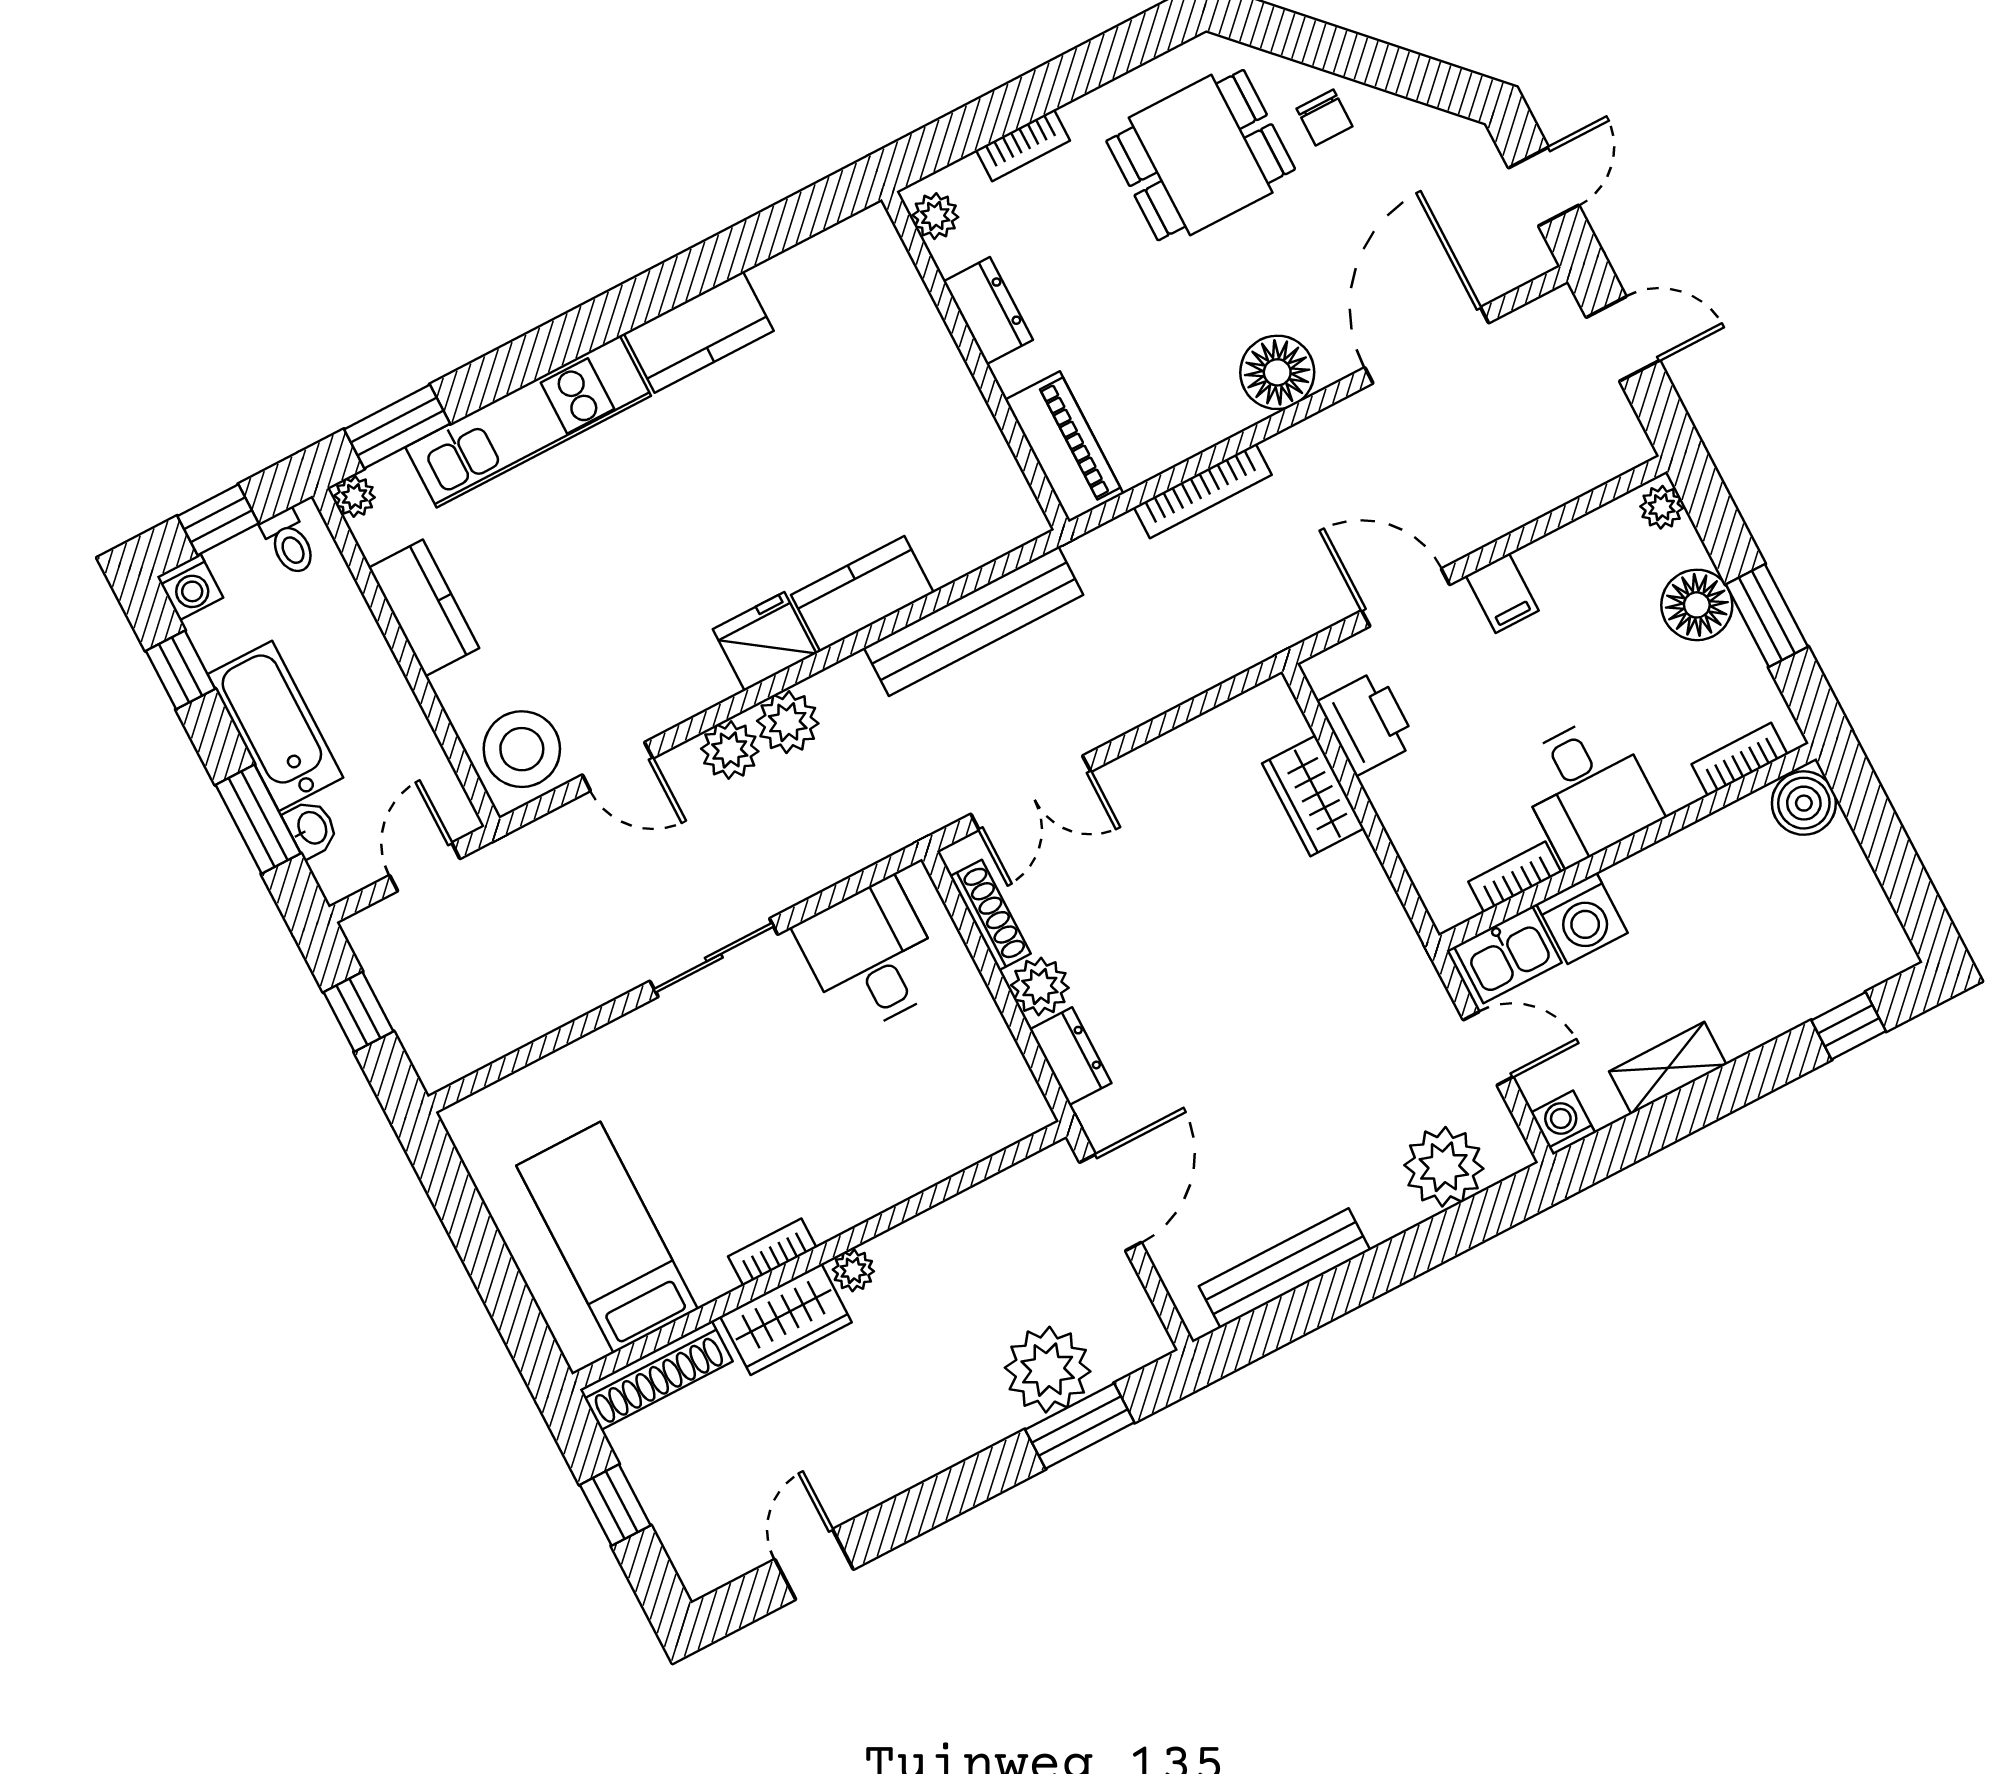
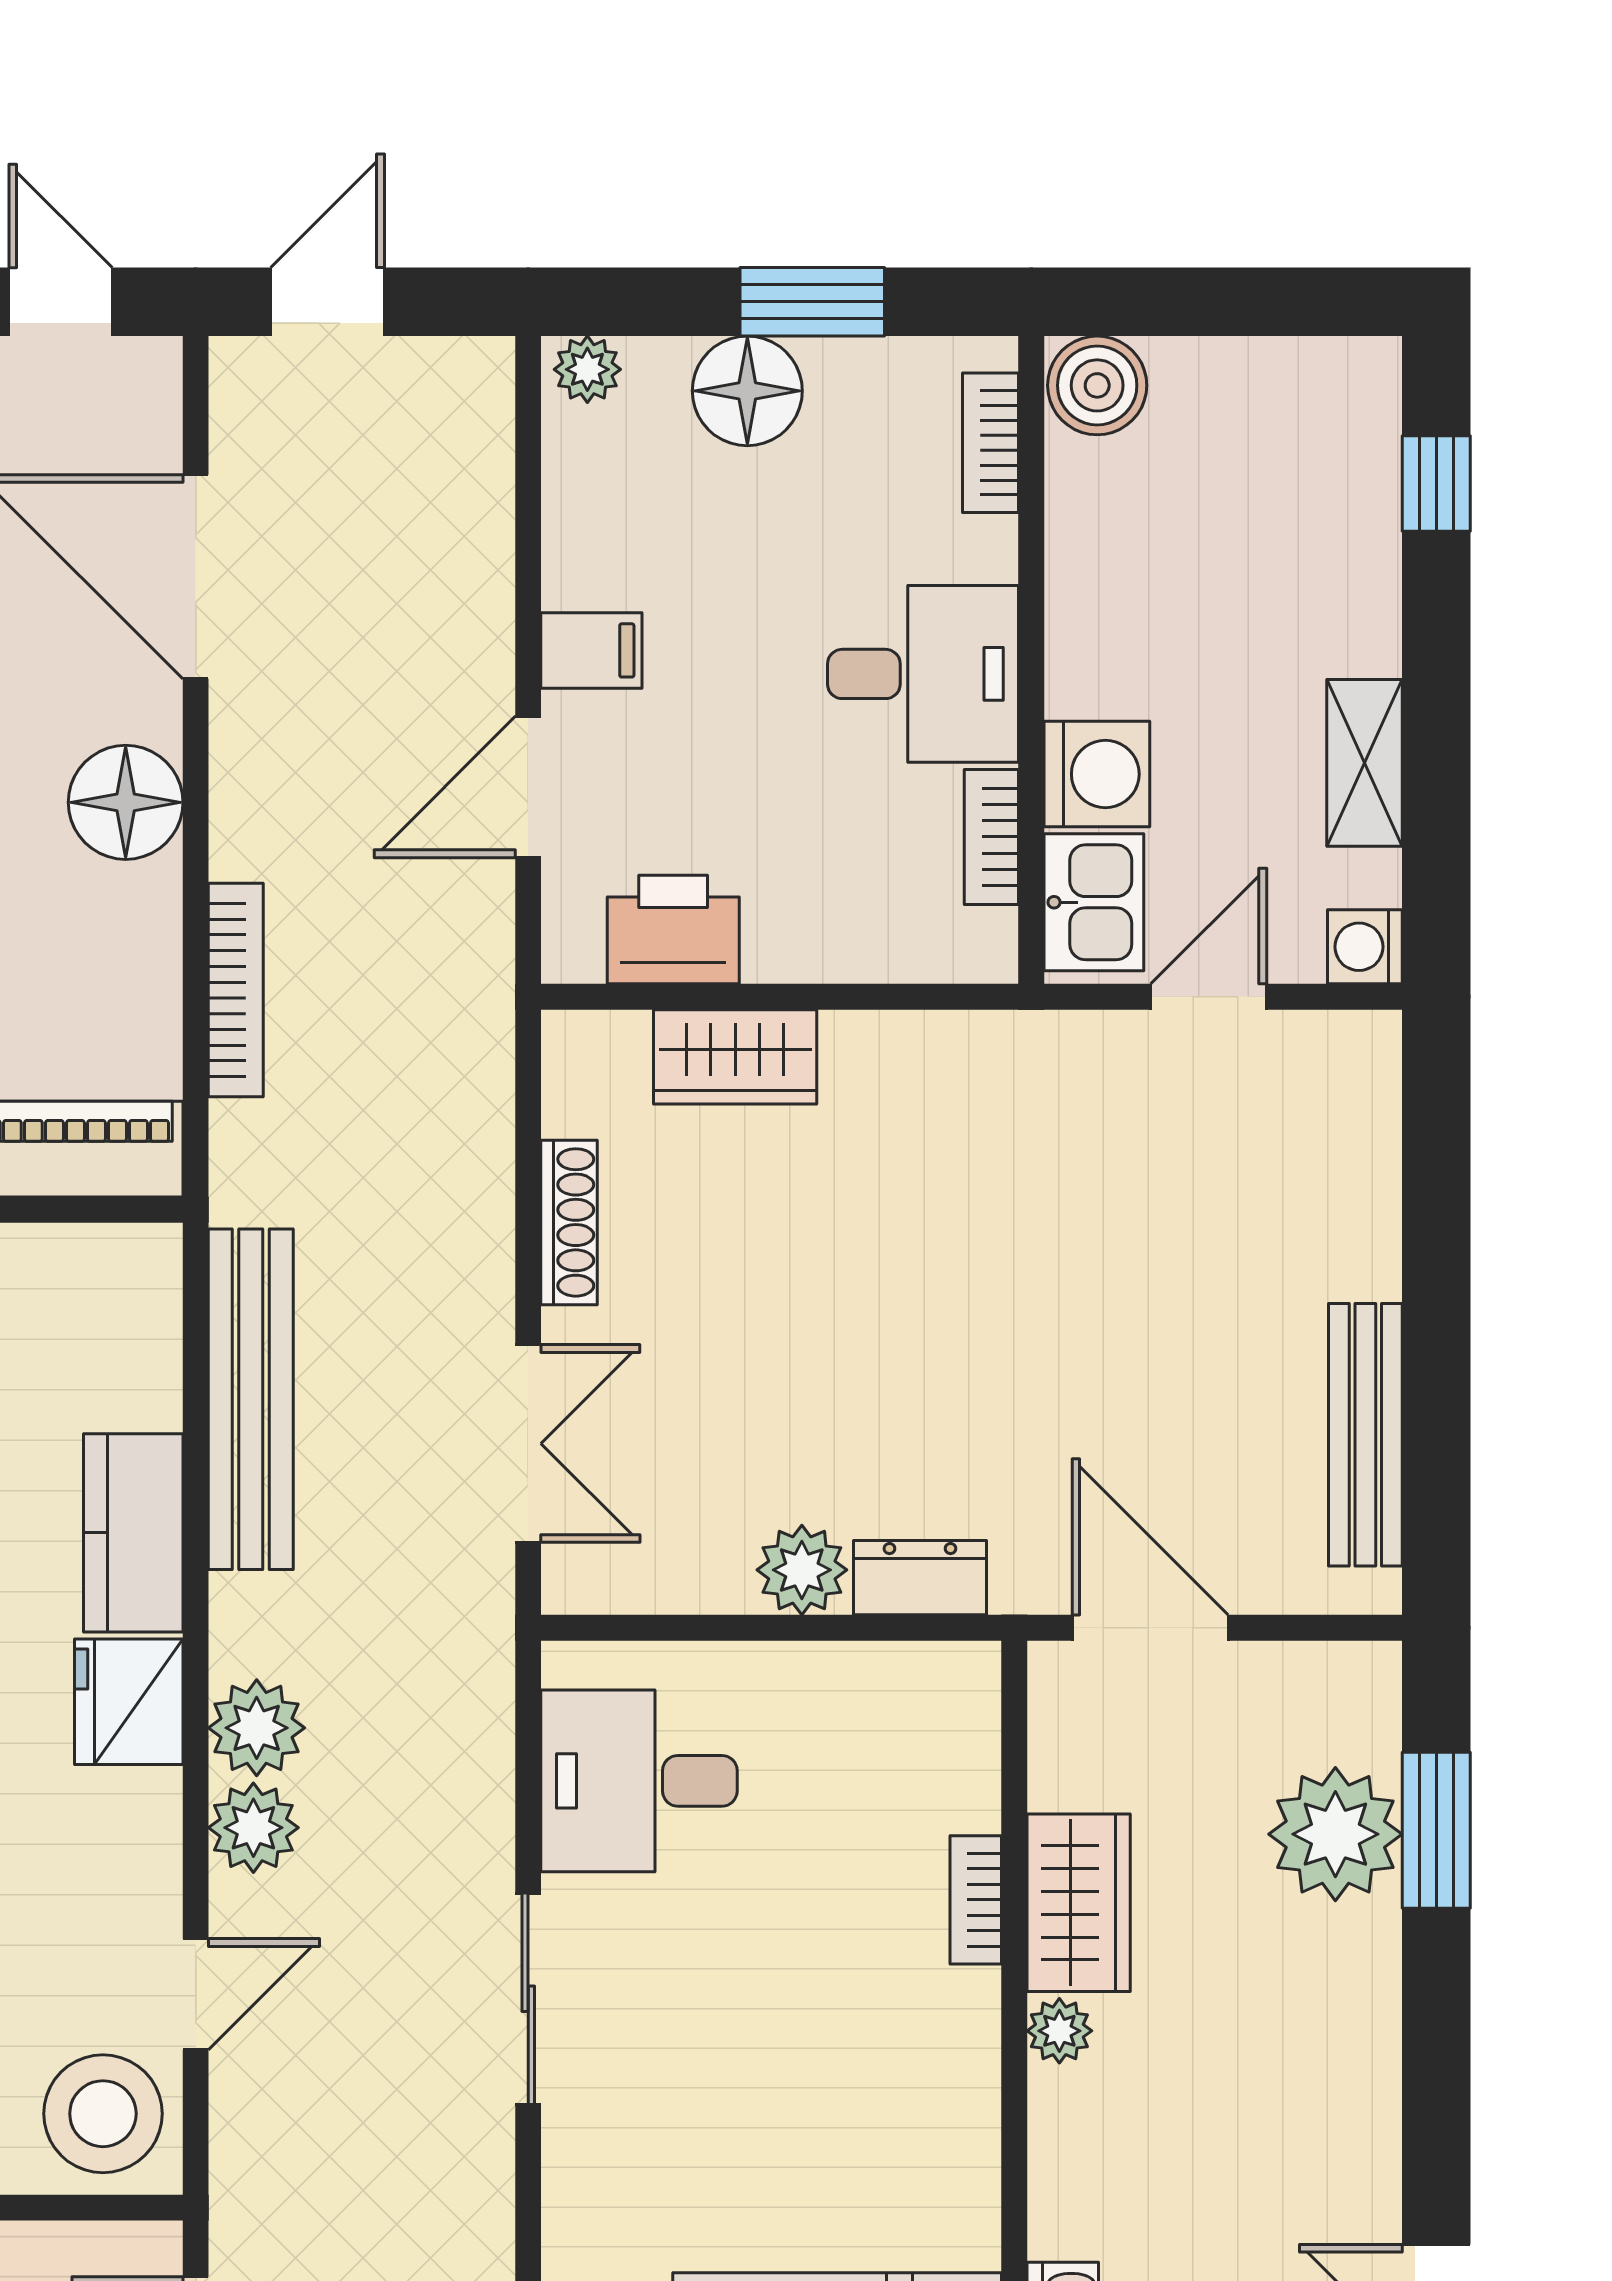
shoe rack: (990, 915) -> (569, 1222), moved, turned 90
plant: (1444, 1167) -> (1340, 1143), removed
bookcase: (772, 1252) -> (976, 1900), moved
wardrobe: (786, 1319) -> (1079, 1903), moved

